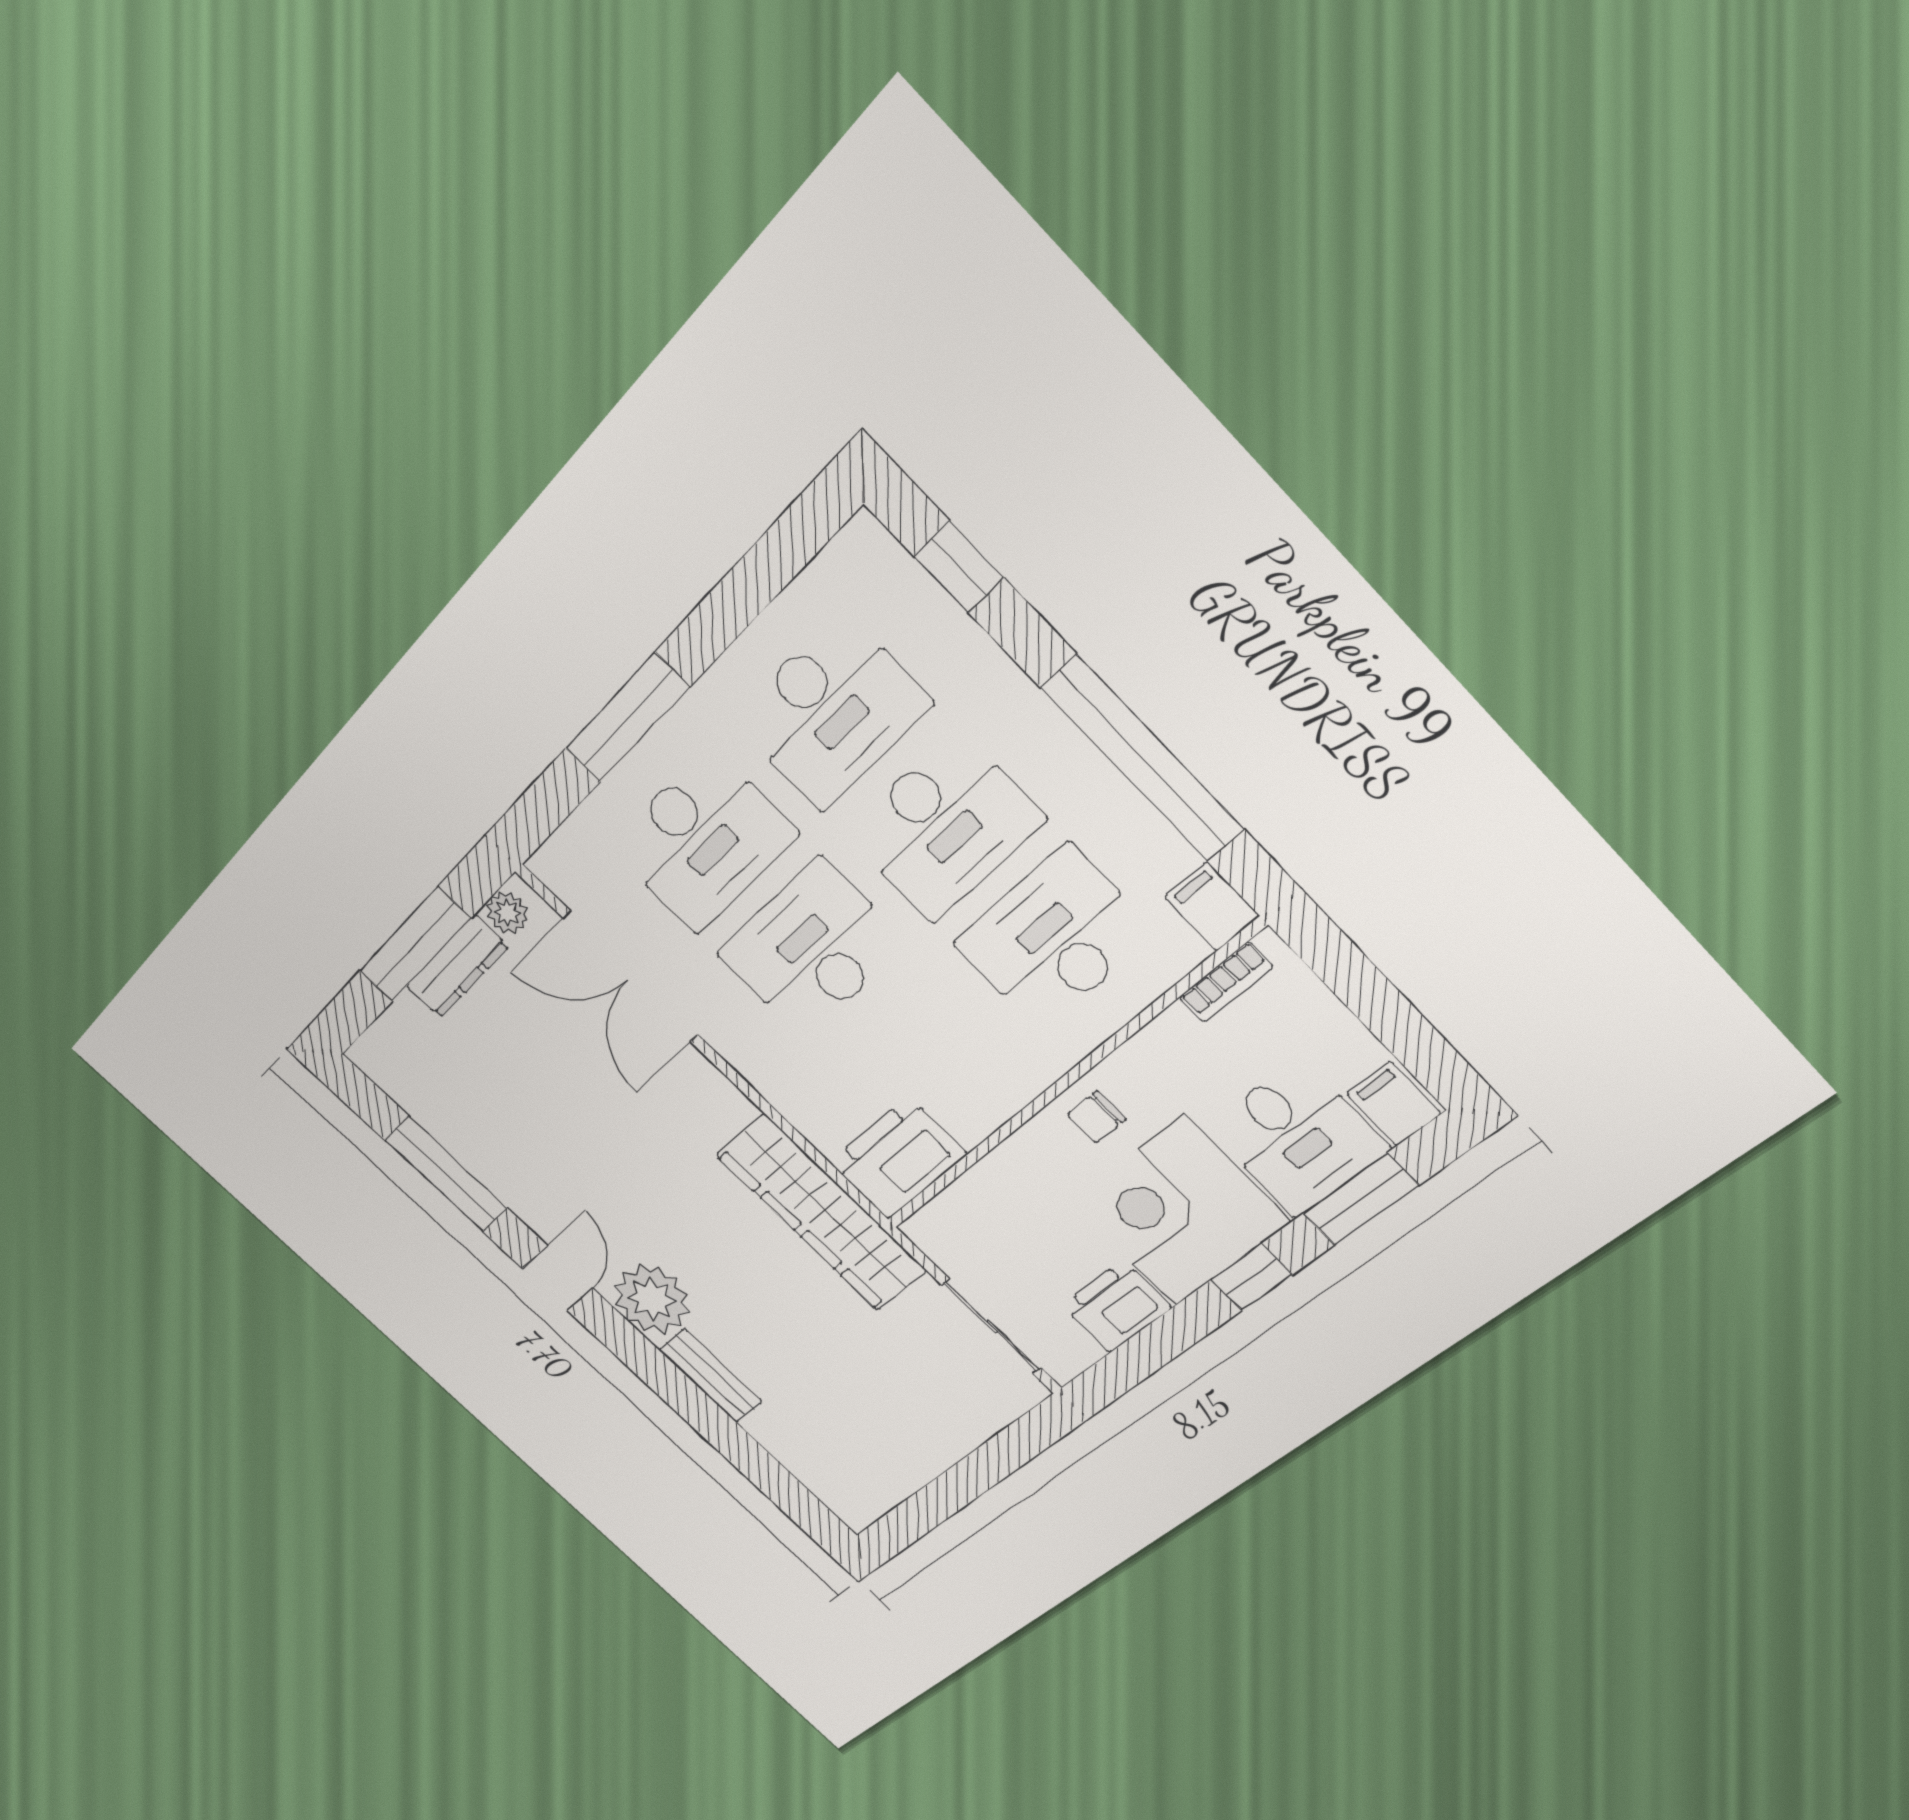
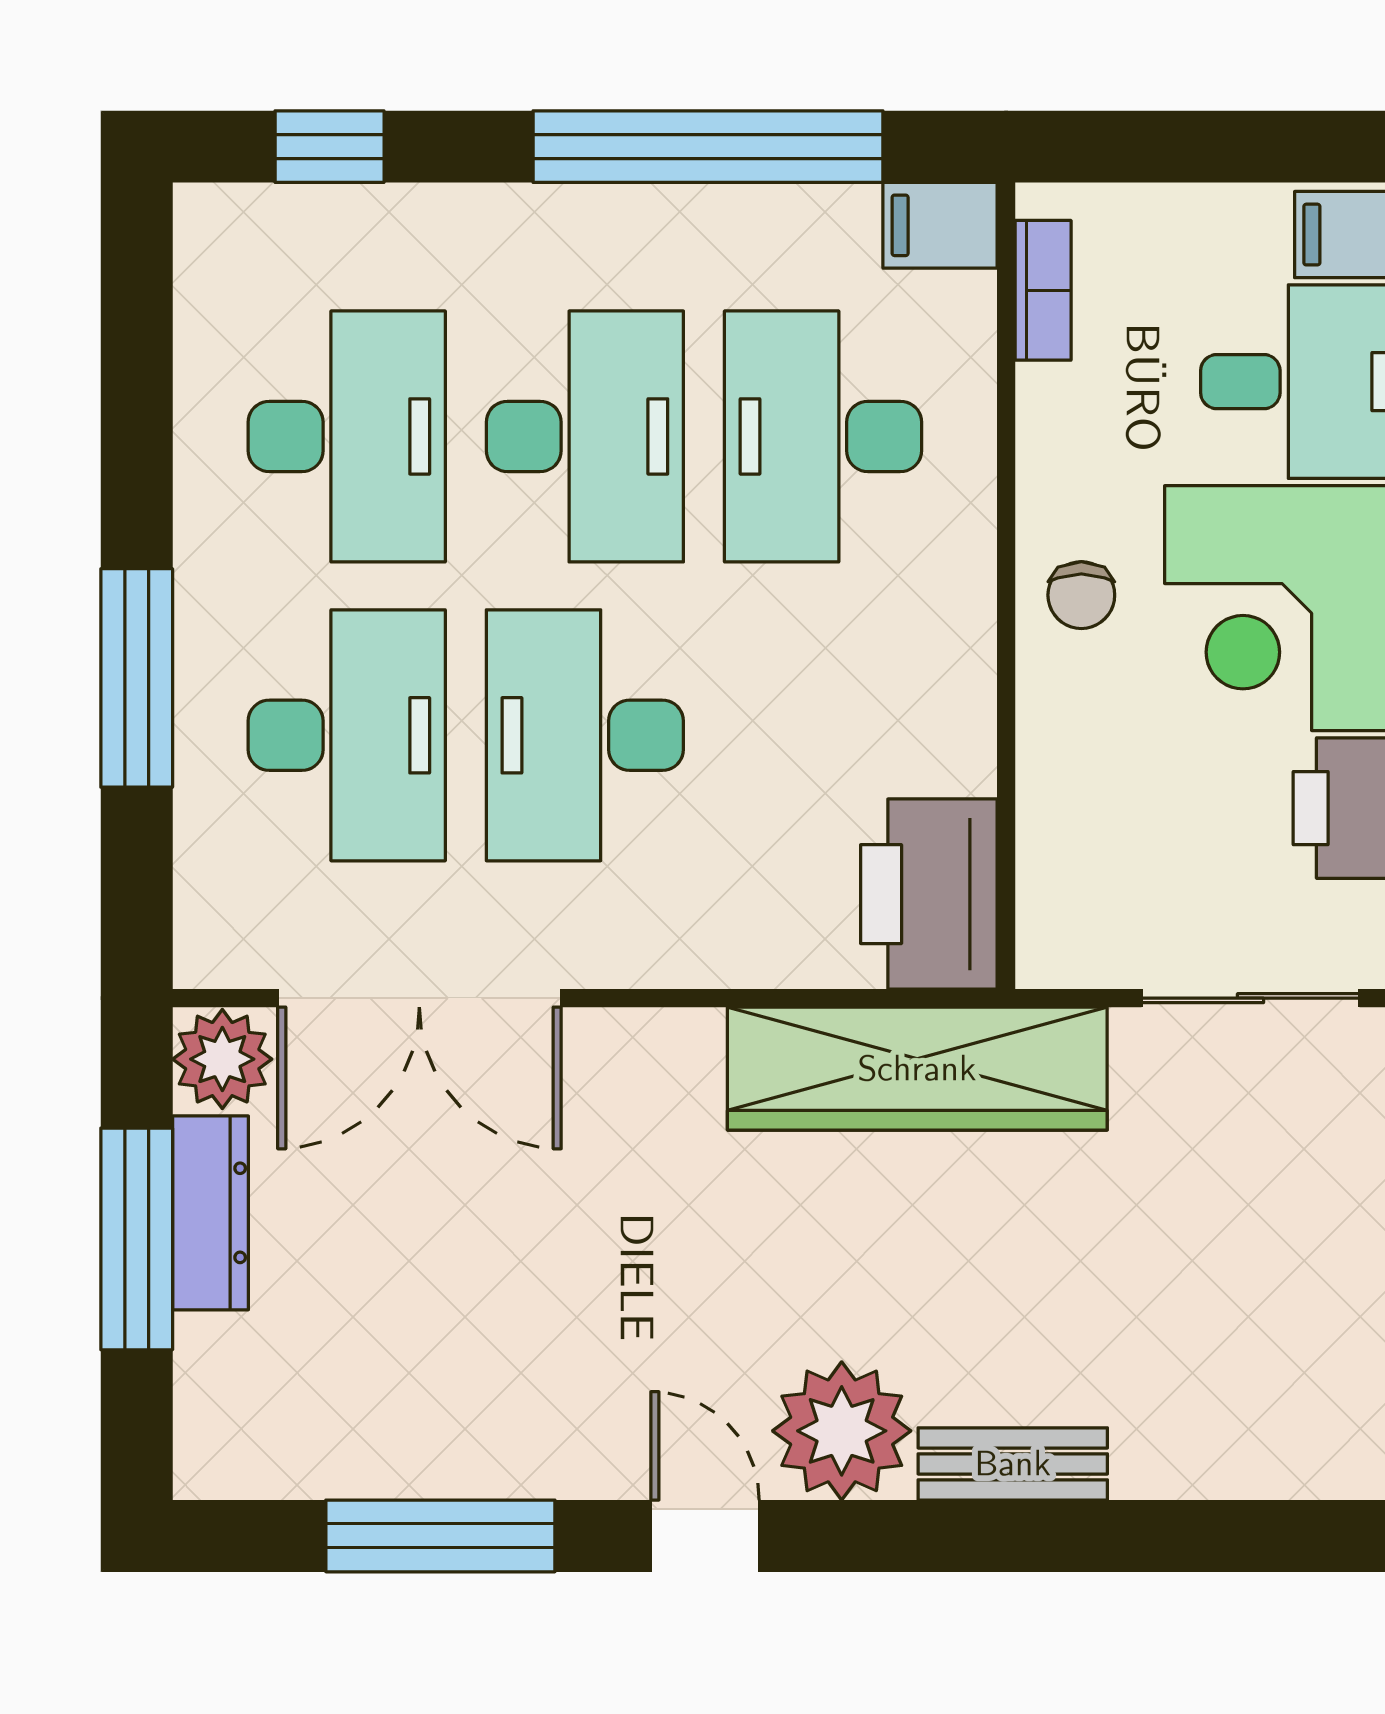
plant: (507, 913) -> (222, 1059), width x1.38, depth x1.38

